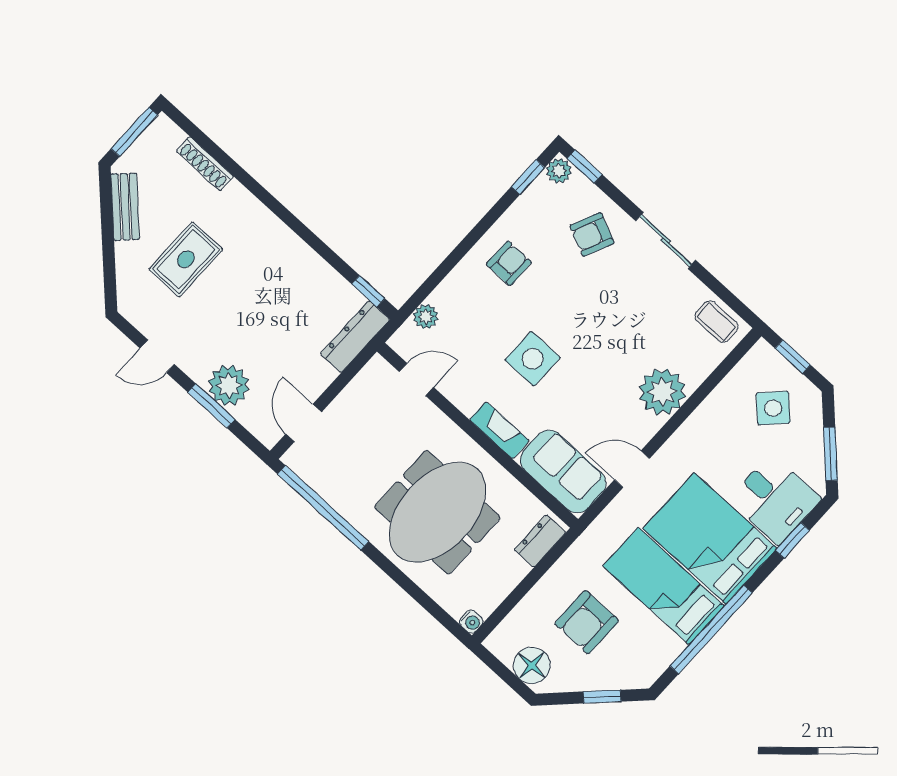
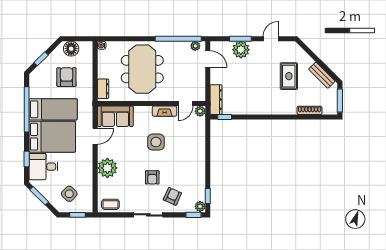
armchair: (509, 263) -> (152, 177), moved
plant: (426, 317) -> (200, 111), moved
fireplace: (499, 430) -> (165, 111), moved
plant: (304, 467) -> (195, 46), added

